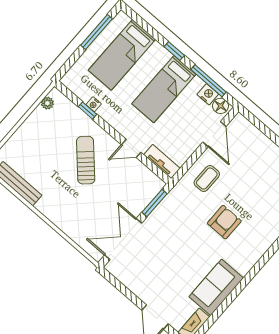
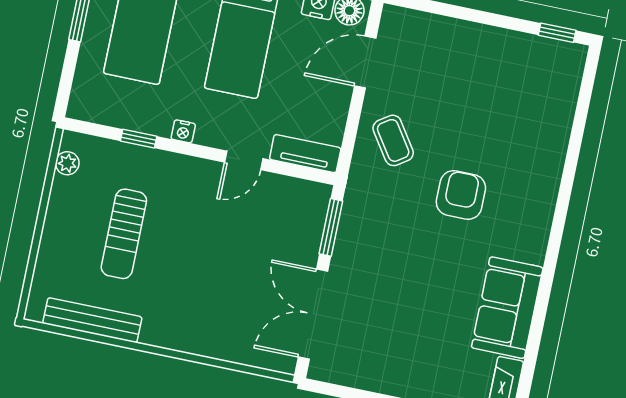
nightstand: (94, 104) -> (183, 131), moved
door: (214, 134) -> (365, 62), swing flipped
sun lounger: (86, 160) -> (124, 234), moved, turned -137
coffee table: (207, 179) -> (393, 140), turned -34

